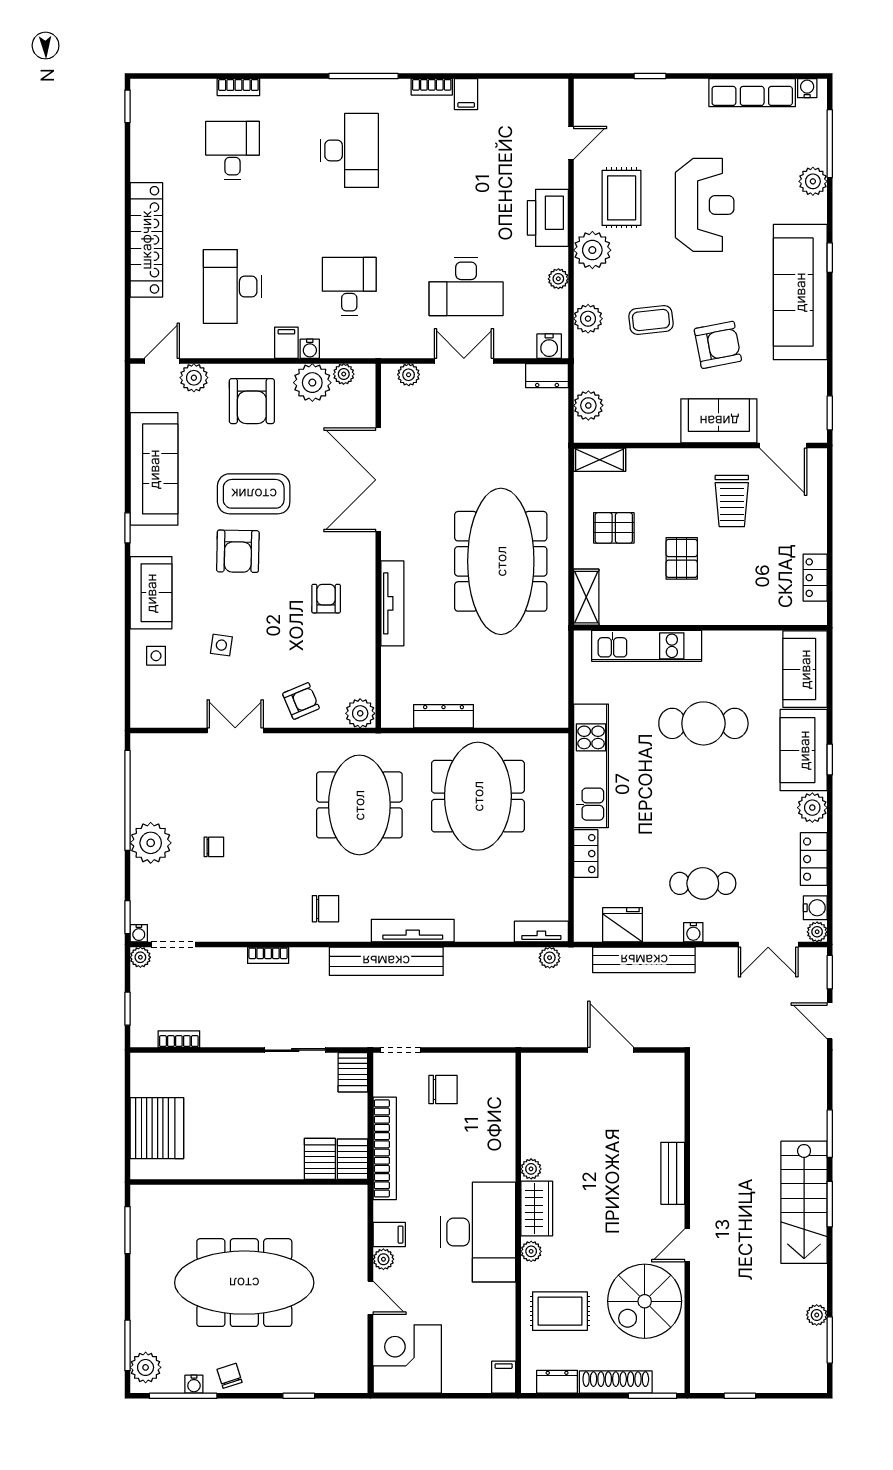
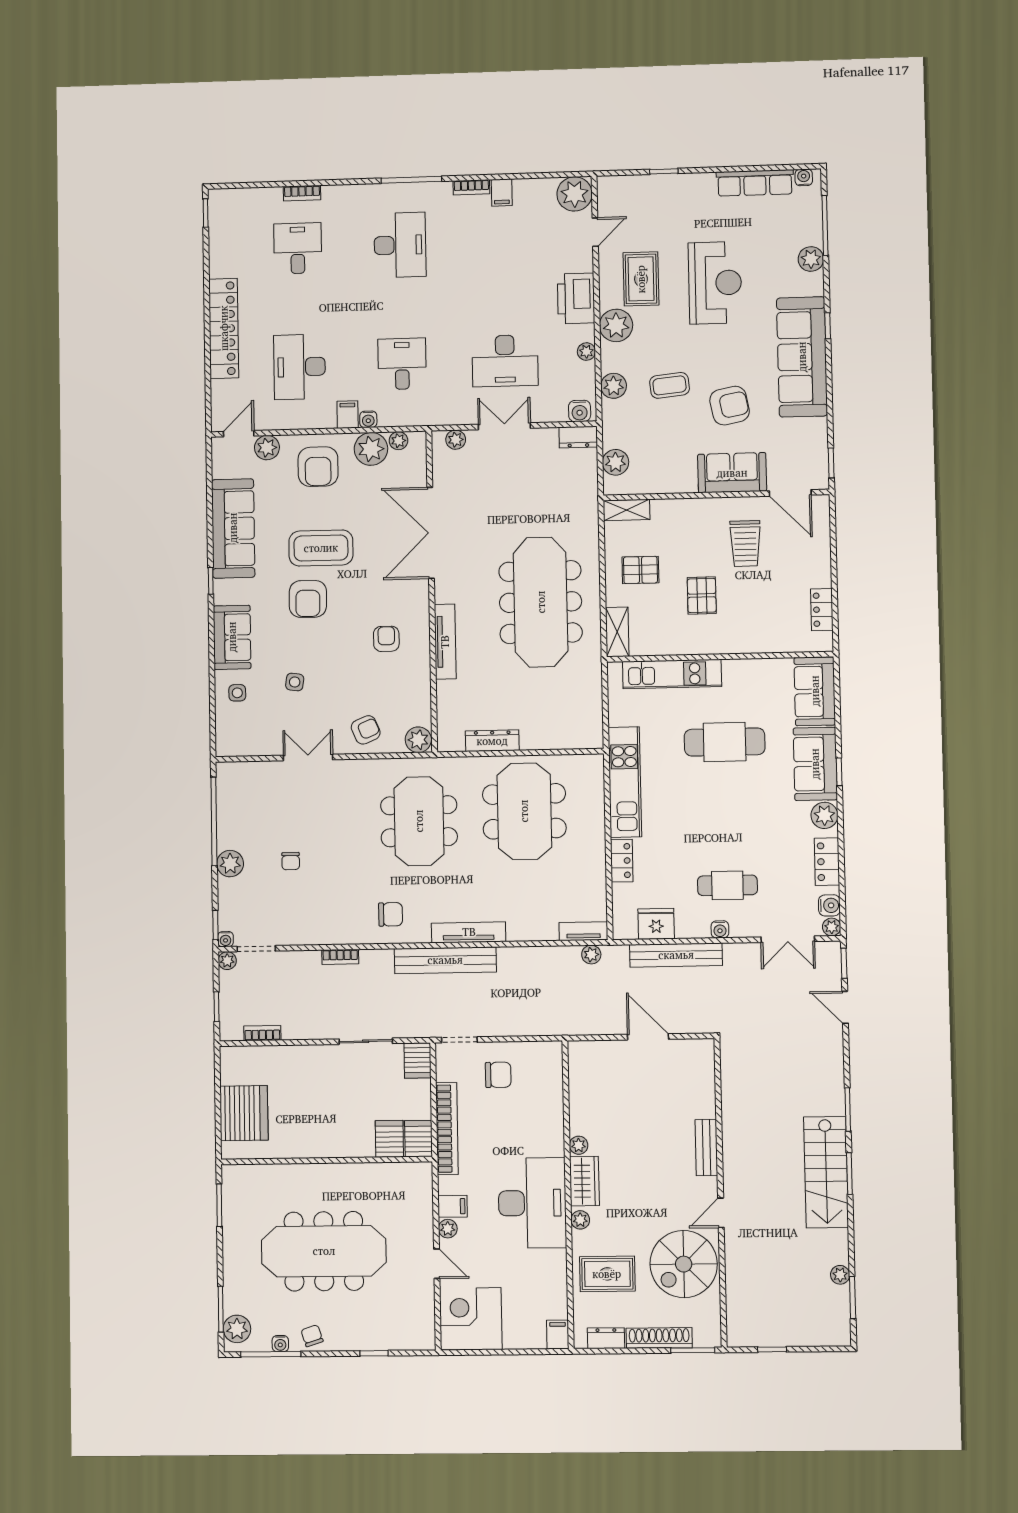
plant: (549, 98) -> (575, 194), added
plant: (151, 843) -> (230, 864), width x0.73, depth x0.73
chair: (214, 847) -> (291, 861), turned 90

